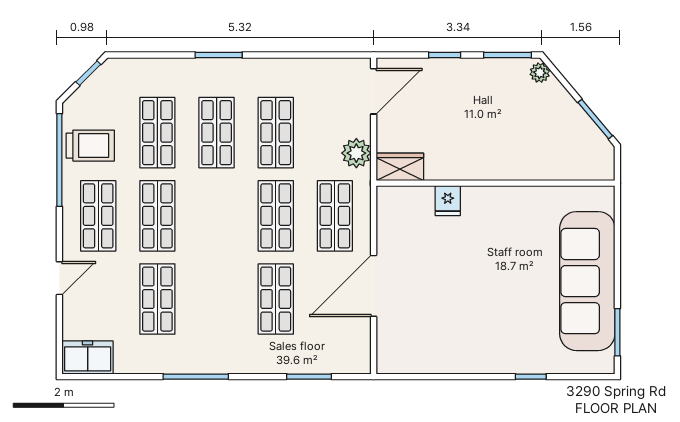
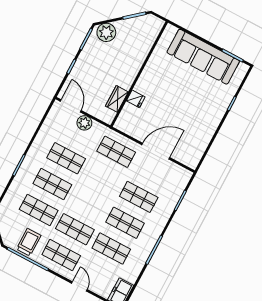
plant: (540, 73) -> (106, 32), width x1.88, depth x1.88
plant: (356, 153) -> (84, 123), moved
wardrobe: (400, 167) -> (117, 99), moved
shop shelf: (276, 216) -> (125, 223), moved
door: (374, 286) -> (156, 151), swing flipped

